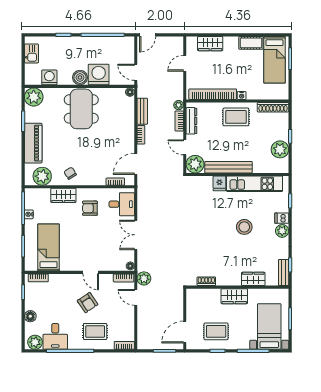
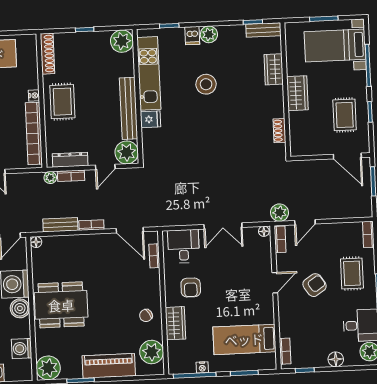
plant: (280, 149) -> (122, 41), moved

